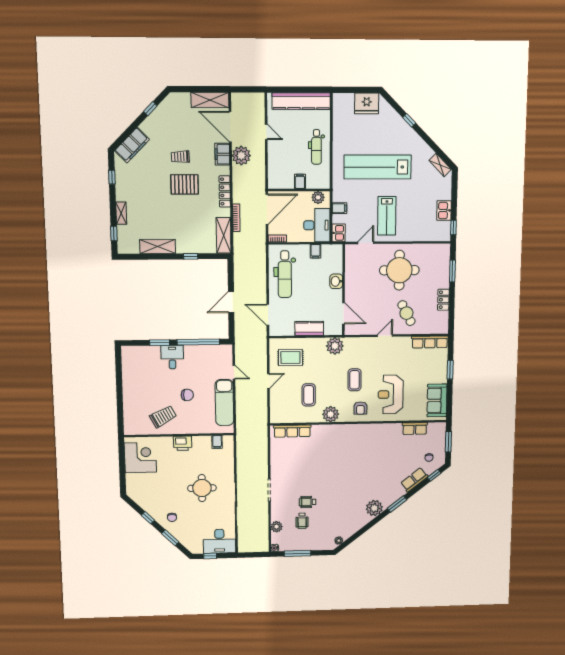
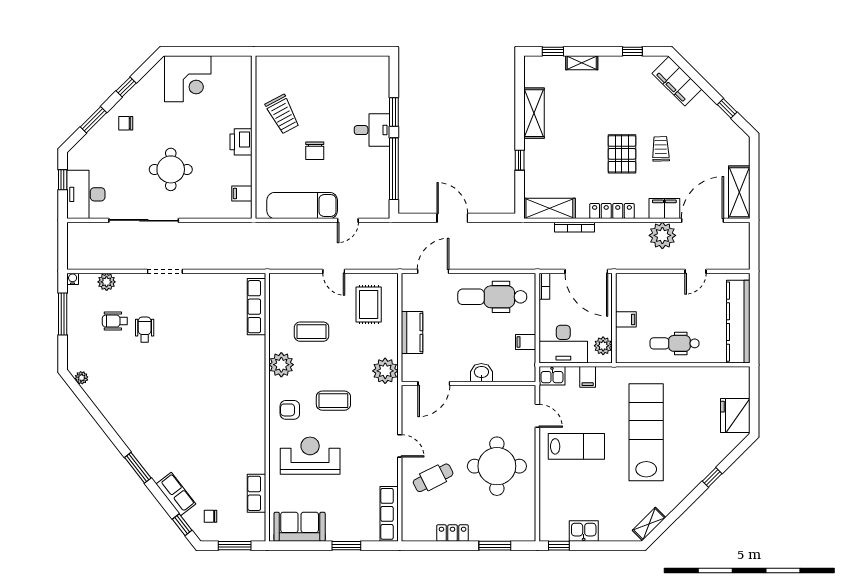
lab bench: (387, 216) -> (576, 446), turned 180
corner desk: (140, 458) -> (188, 79), moved
plant: (374, 508) -> (132, 433), removed

